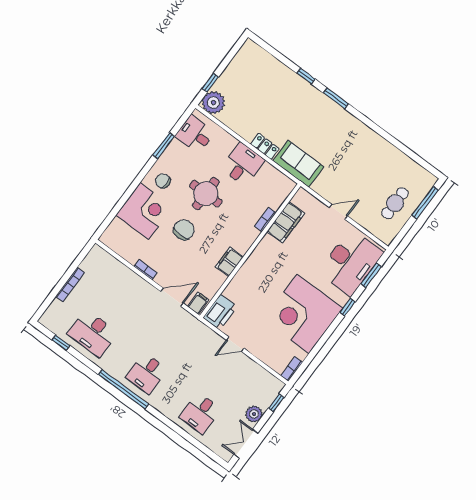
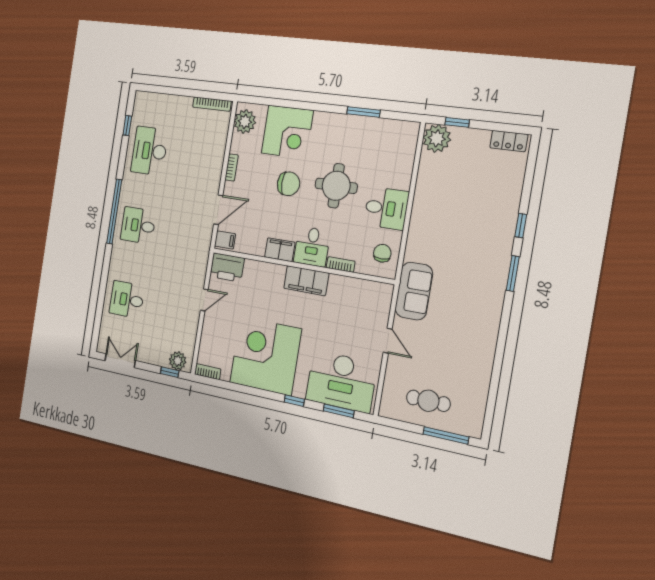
desk: (195, 134) -> (312, 247), moved, turned 180
locker: (265, 146) -> (509, 141), moved, turned 90
sofa: (298, 164) -> (414, 291), moved
chair: (163, 181) -> (382, 253), moved
filing cabinet: (286, 222) -> (306, 281), moved
plant: (117, 241) -> (245, 122), added
bookcase: (70, 284) -> (212, 104), moved
door: (172, 297) -> (218, 210), hinge flipped
door: (235, 344) -> (204, 300), swing flipped
plant: (254, 414) -> (178, 361), moved

